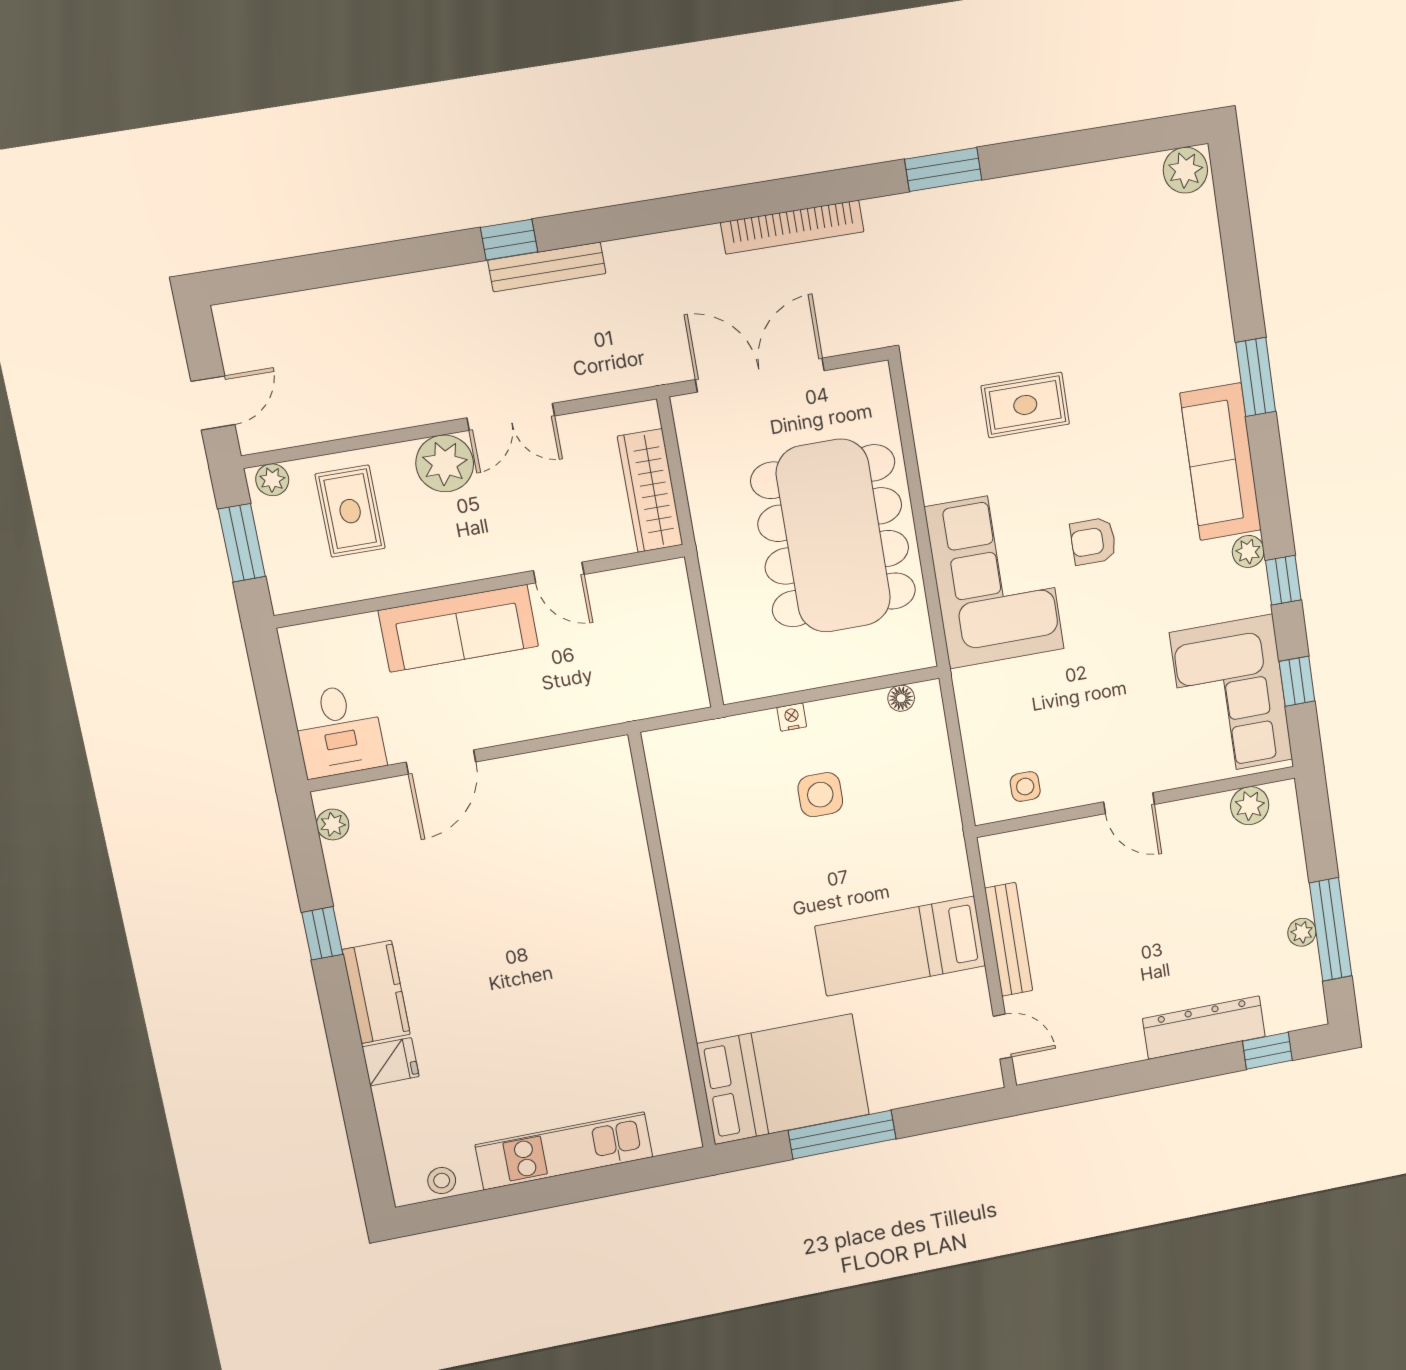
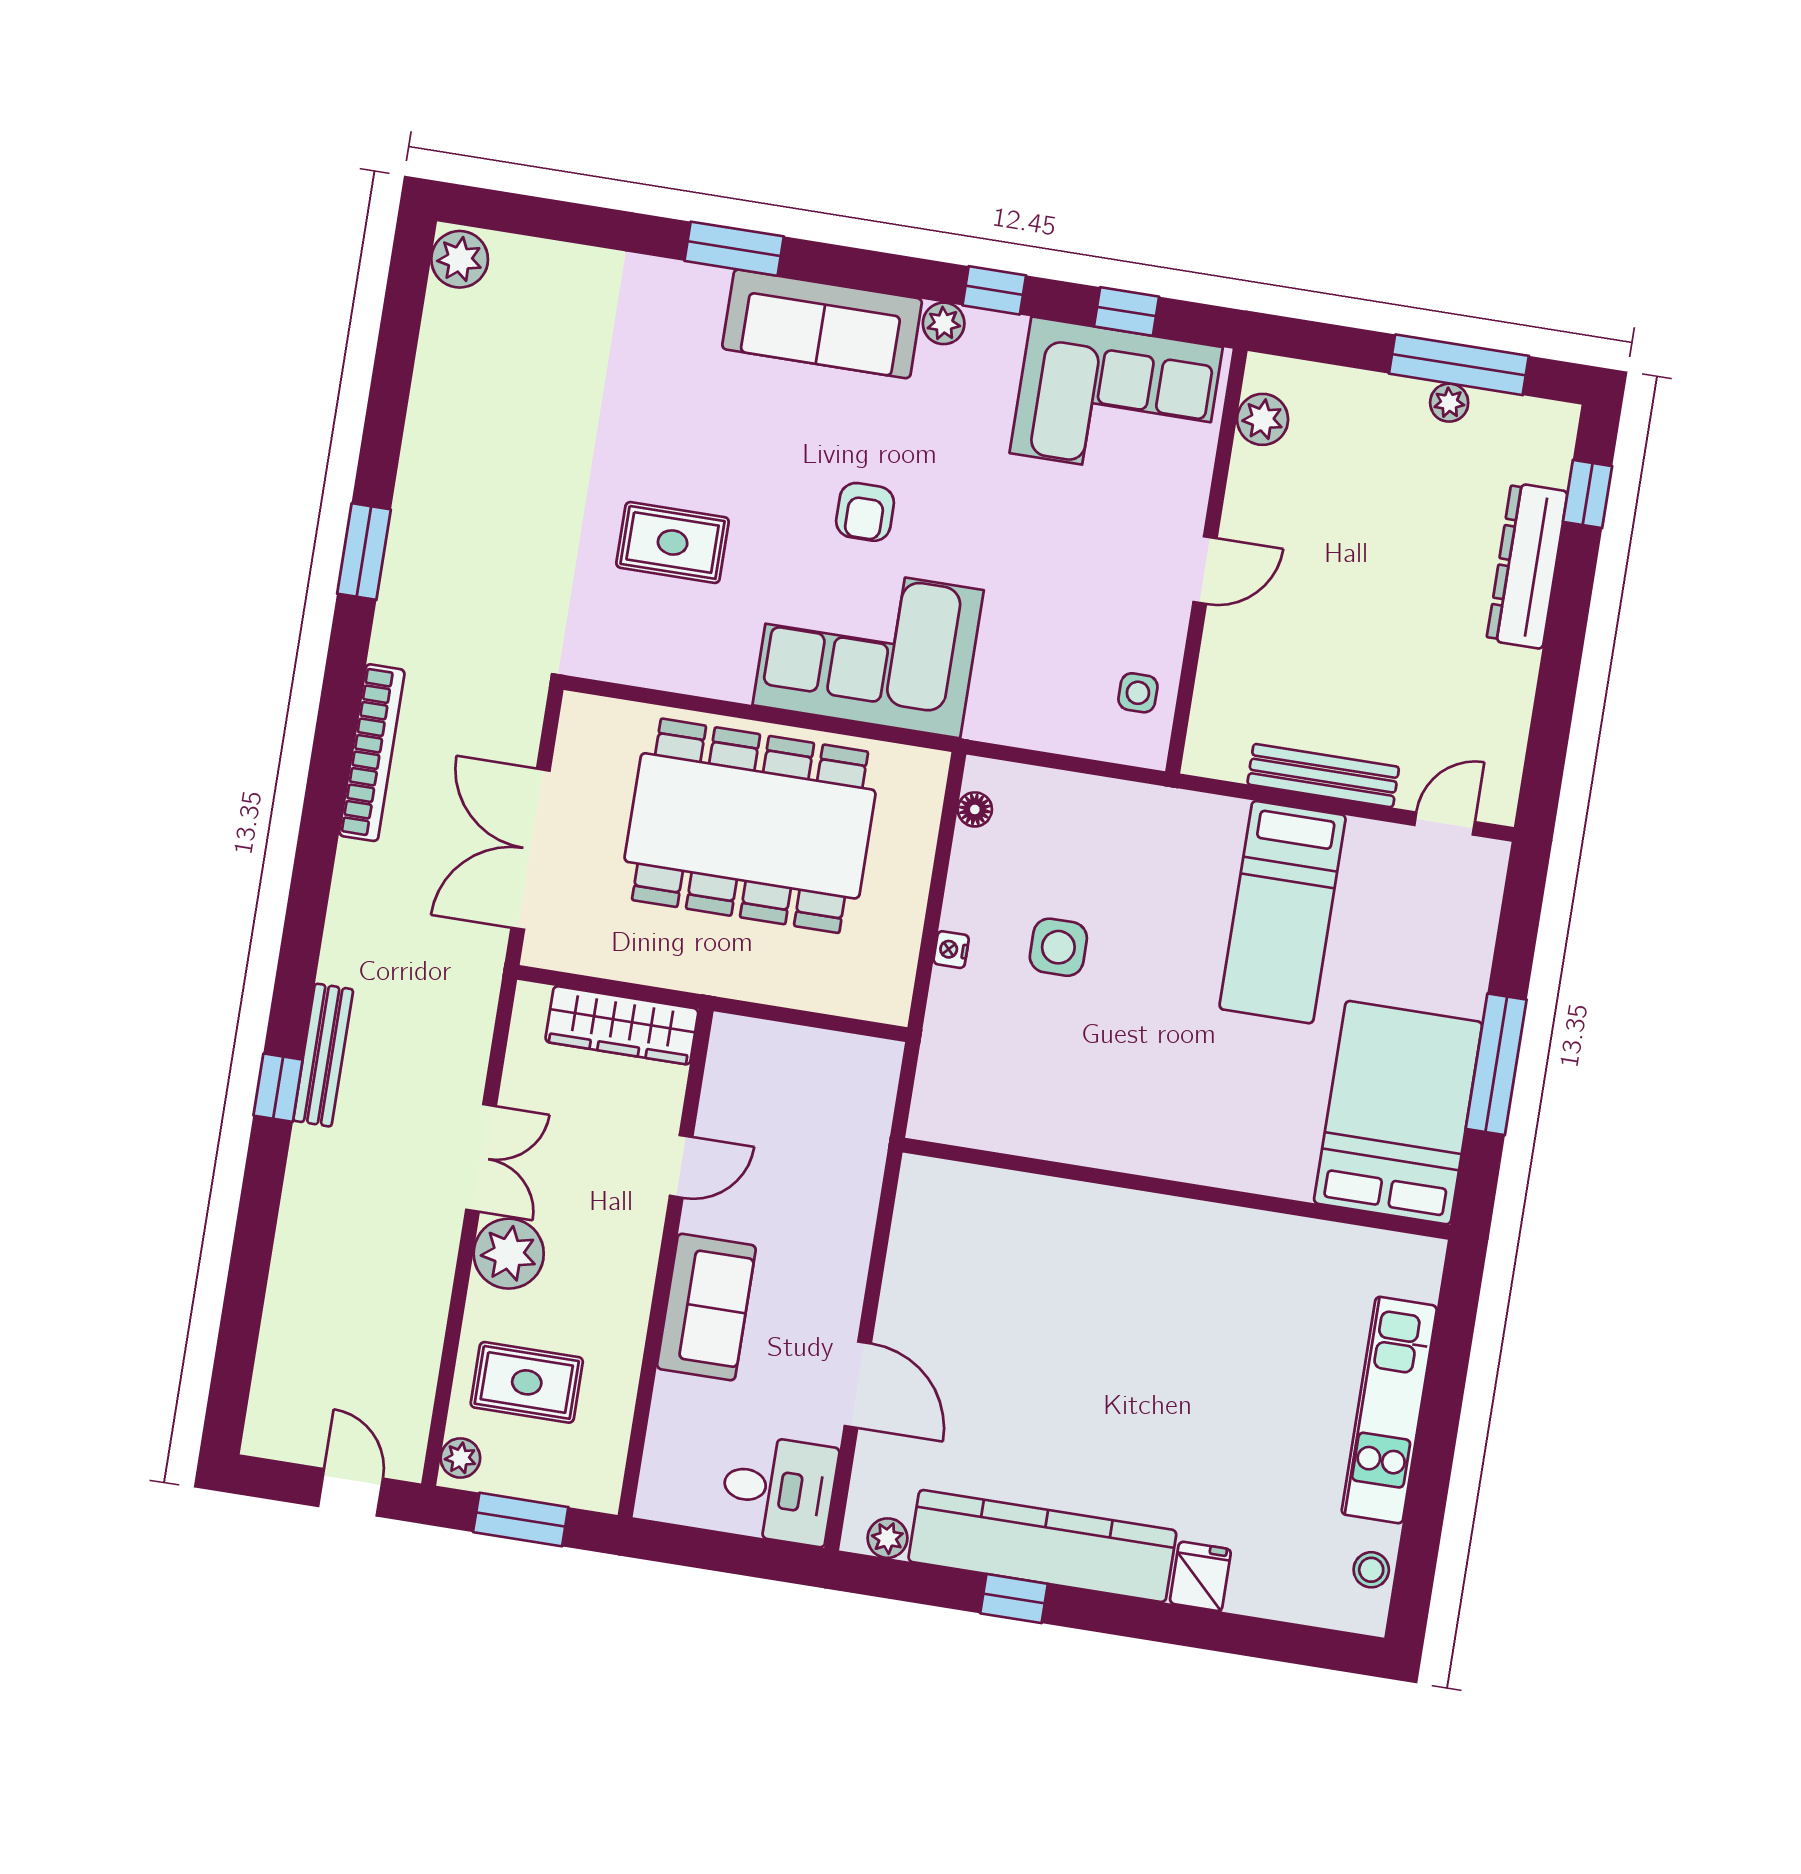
rug: (1025, 405) -> (673, 542), turned 90
sofa: (458, 628) -> (706, 1307), width x0.73
kitchen counter: (376, 992) -> (1042, 1546), width x2.08, depth x1.17

